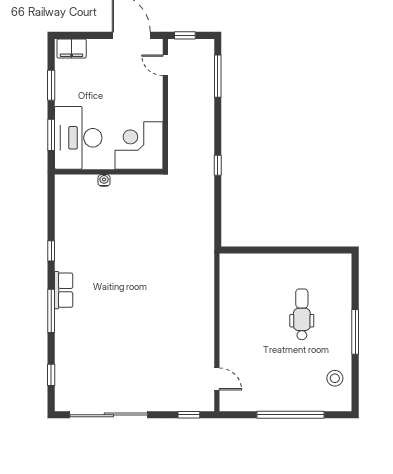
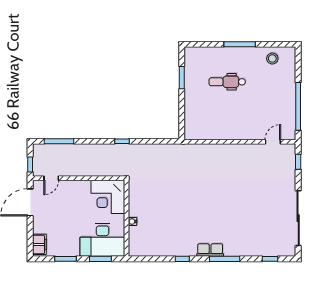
window: (308, 250) -> (182, 78), added
window: (290, 415) -> (298, 106), moved

